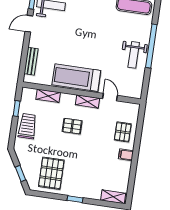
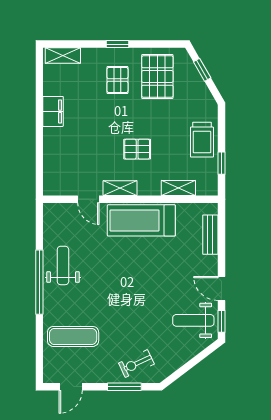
door: (29, 24) -> (221, 288), swing flipped
treadmill: (76, 78) -> (141, 220), turned 180
pallet: (123, 132) -> (117, 80), moved
filing cabinet: (126, 155) -> (53, 111), width x2.00

